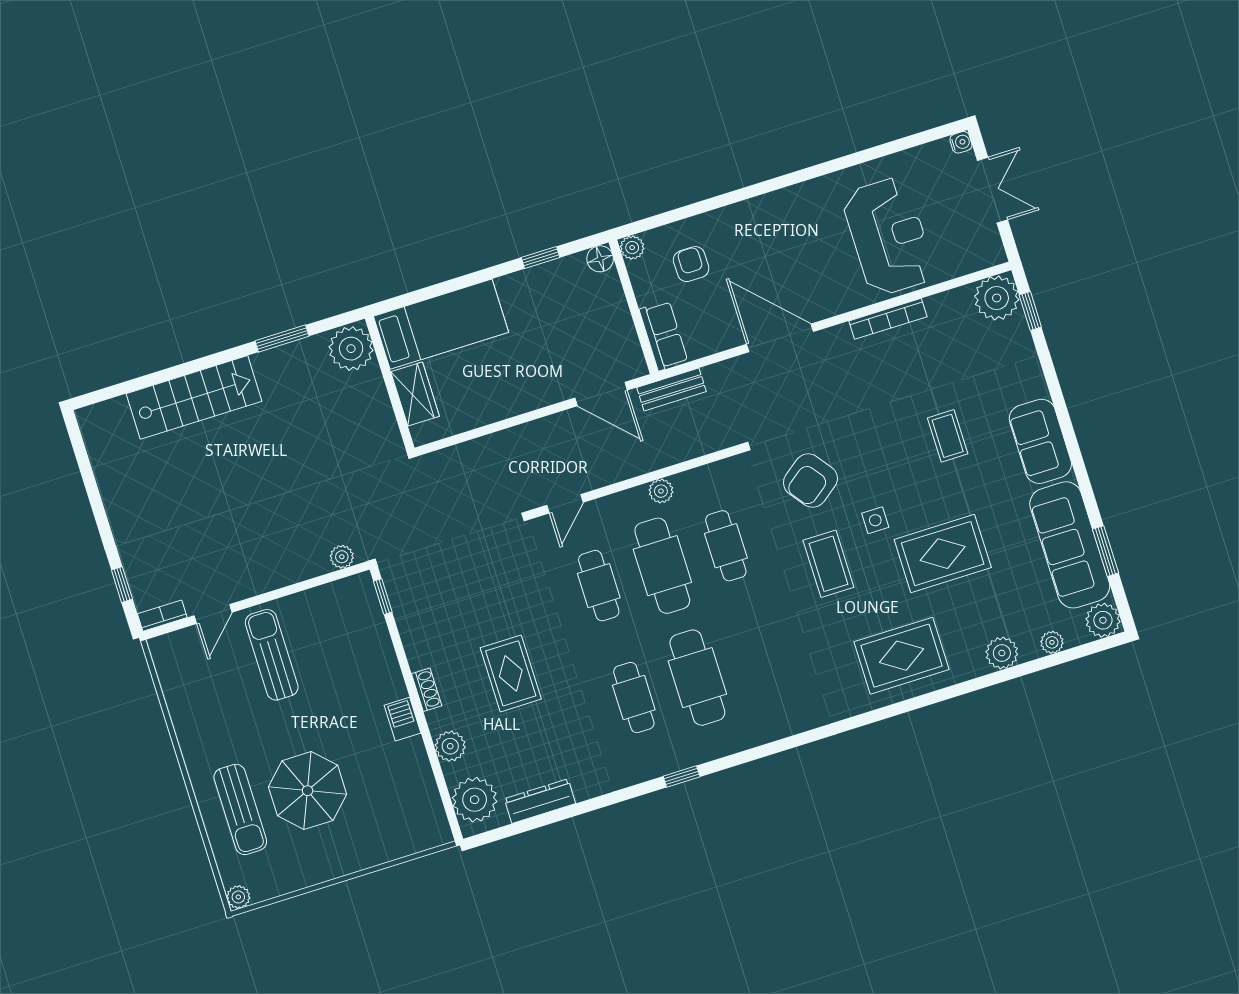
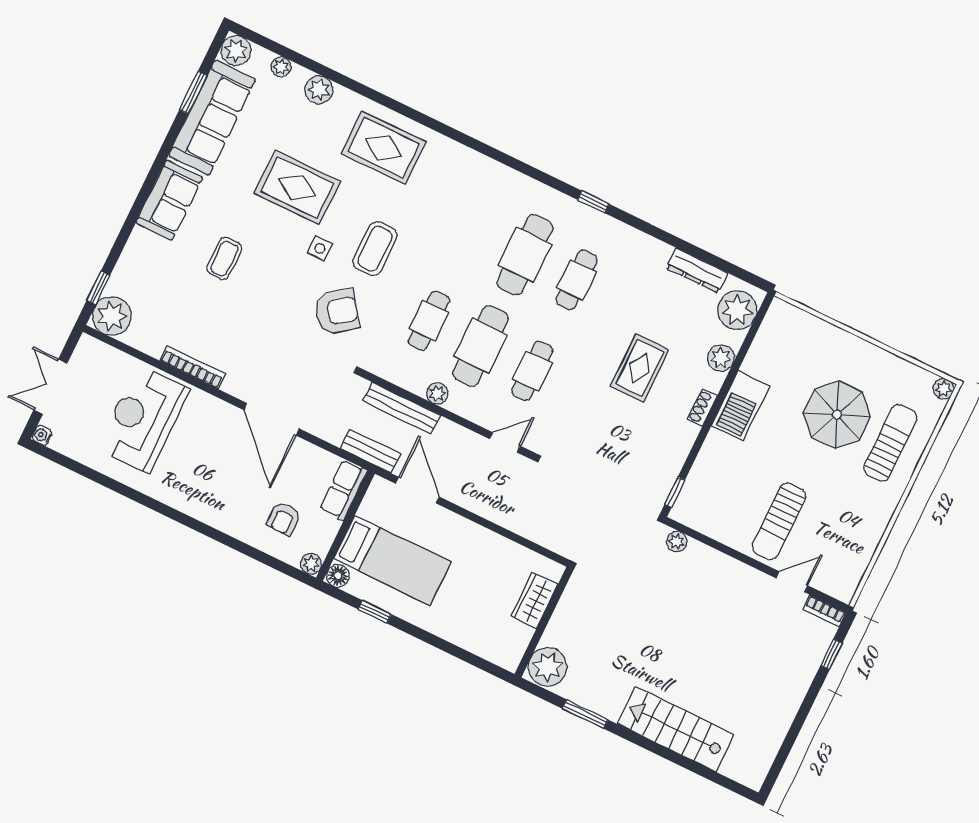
bed: (441, 324) -> (392, 560), moved, turned 180
bench: (679, 450) -> (402, 408), added
barbecue: (402, 719) -> (740, 406), width x1.88, depth x1.53

